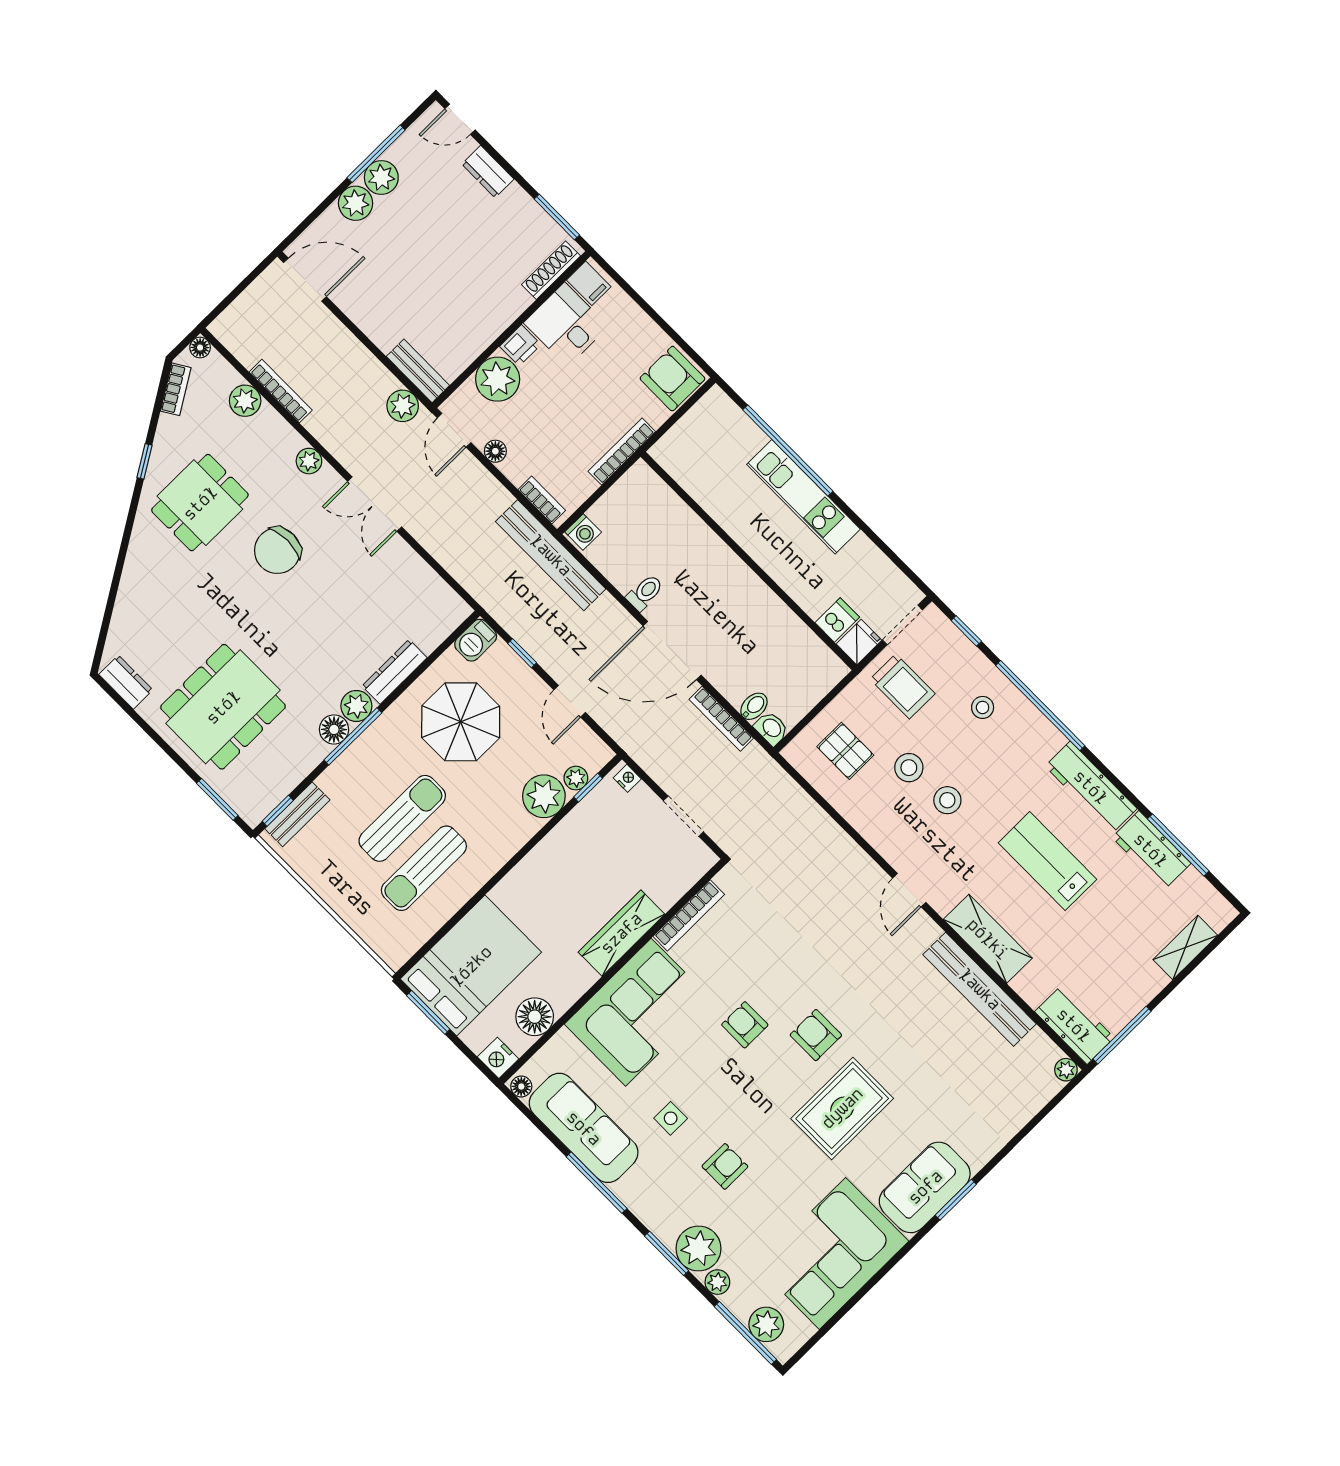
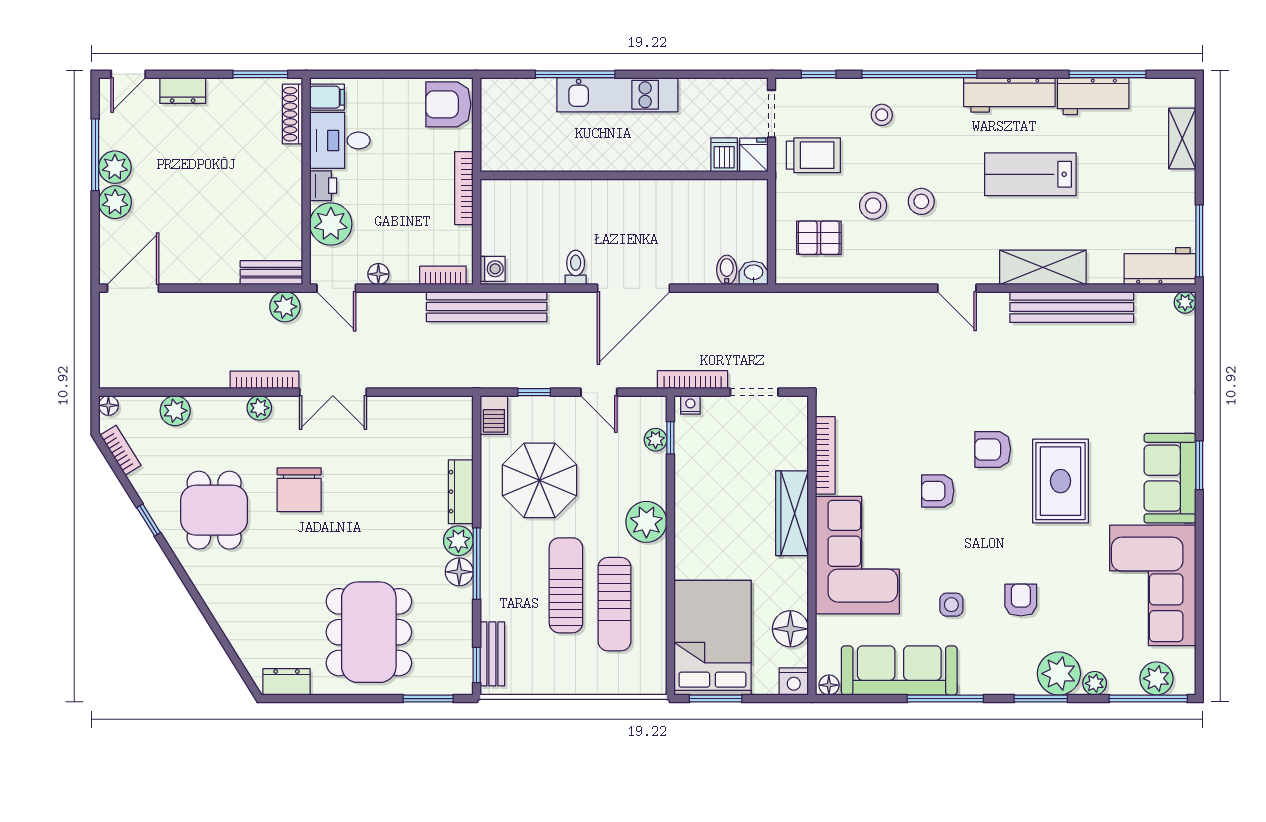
bookcase: (281, 391) -> (265, 380), moved
window: (788, 450) -> (575, 74), width x0.68
bookcase: (721, 719) -> (693, 380), moved, turned 180
plant: (544, 796) -> (646, 522), moved

